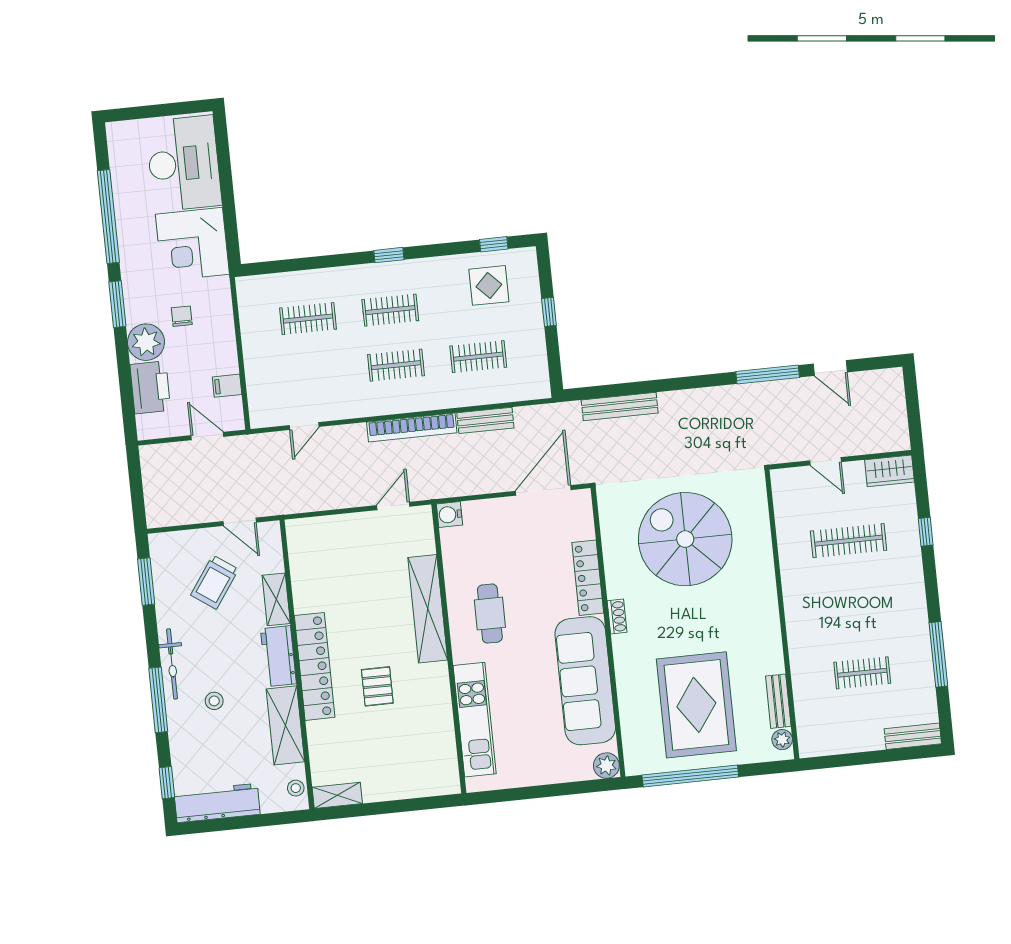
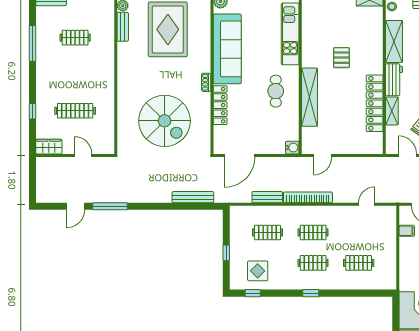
door: (830, 368) -> (75, 206), swing flipped
locker: (315, 666) -> (375, 103), moved

